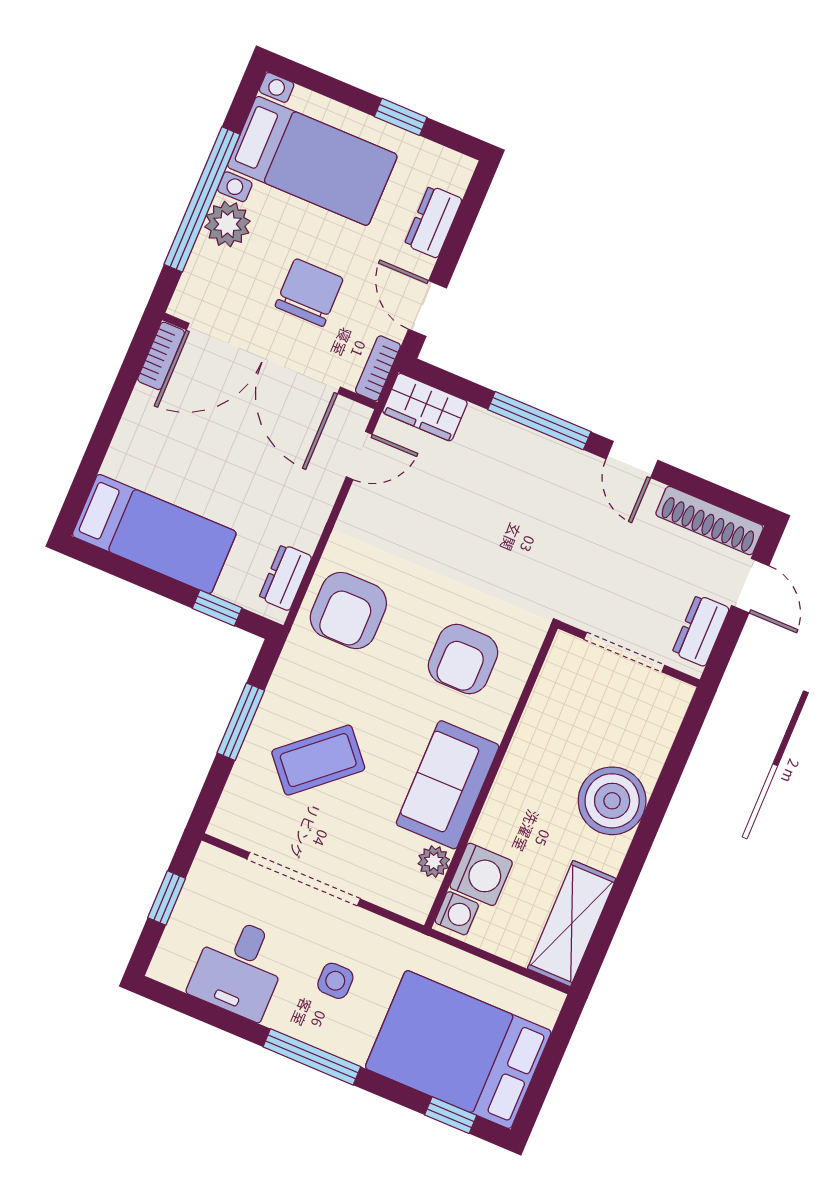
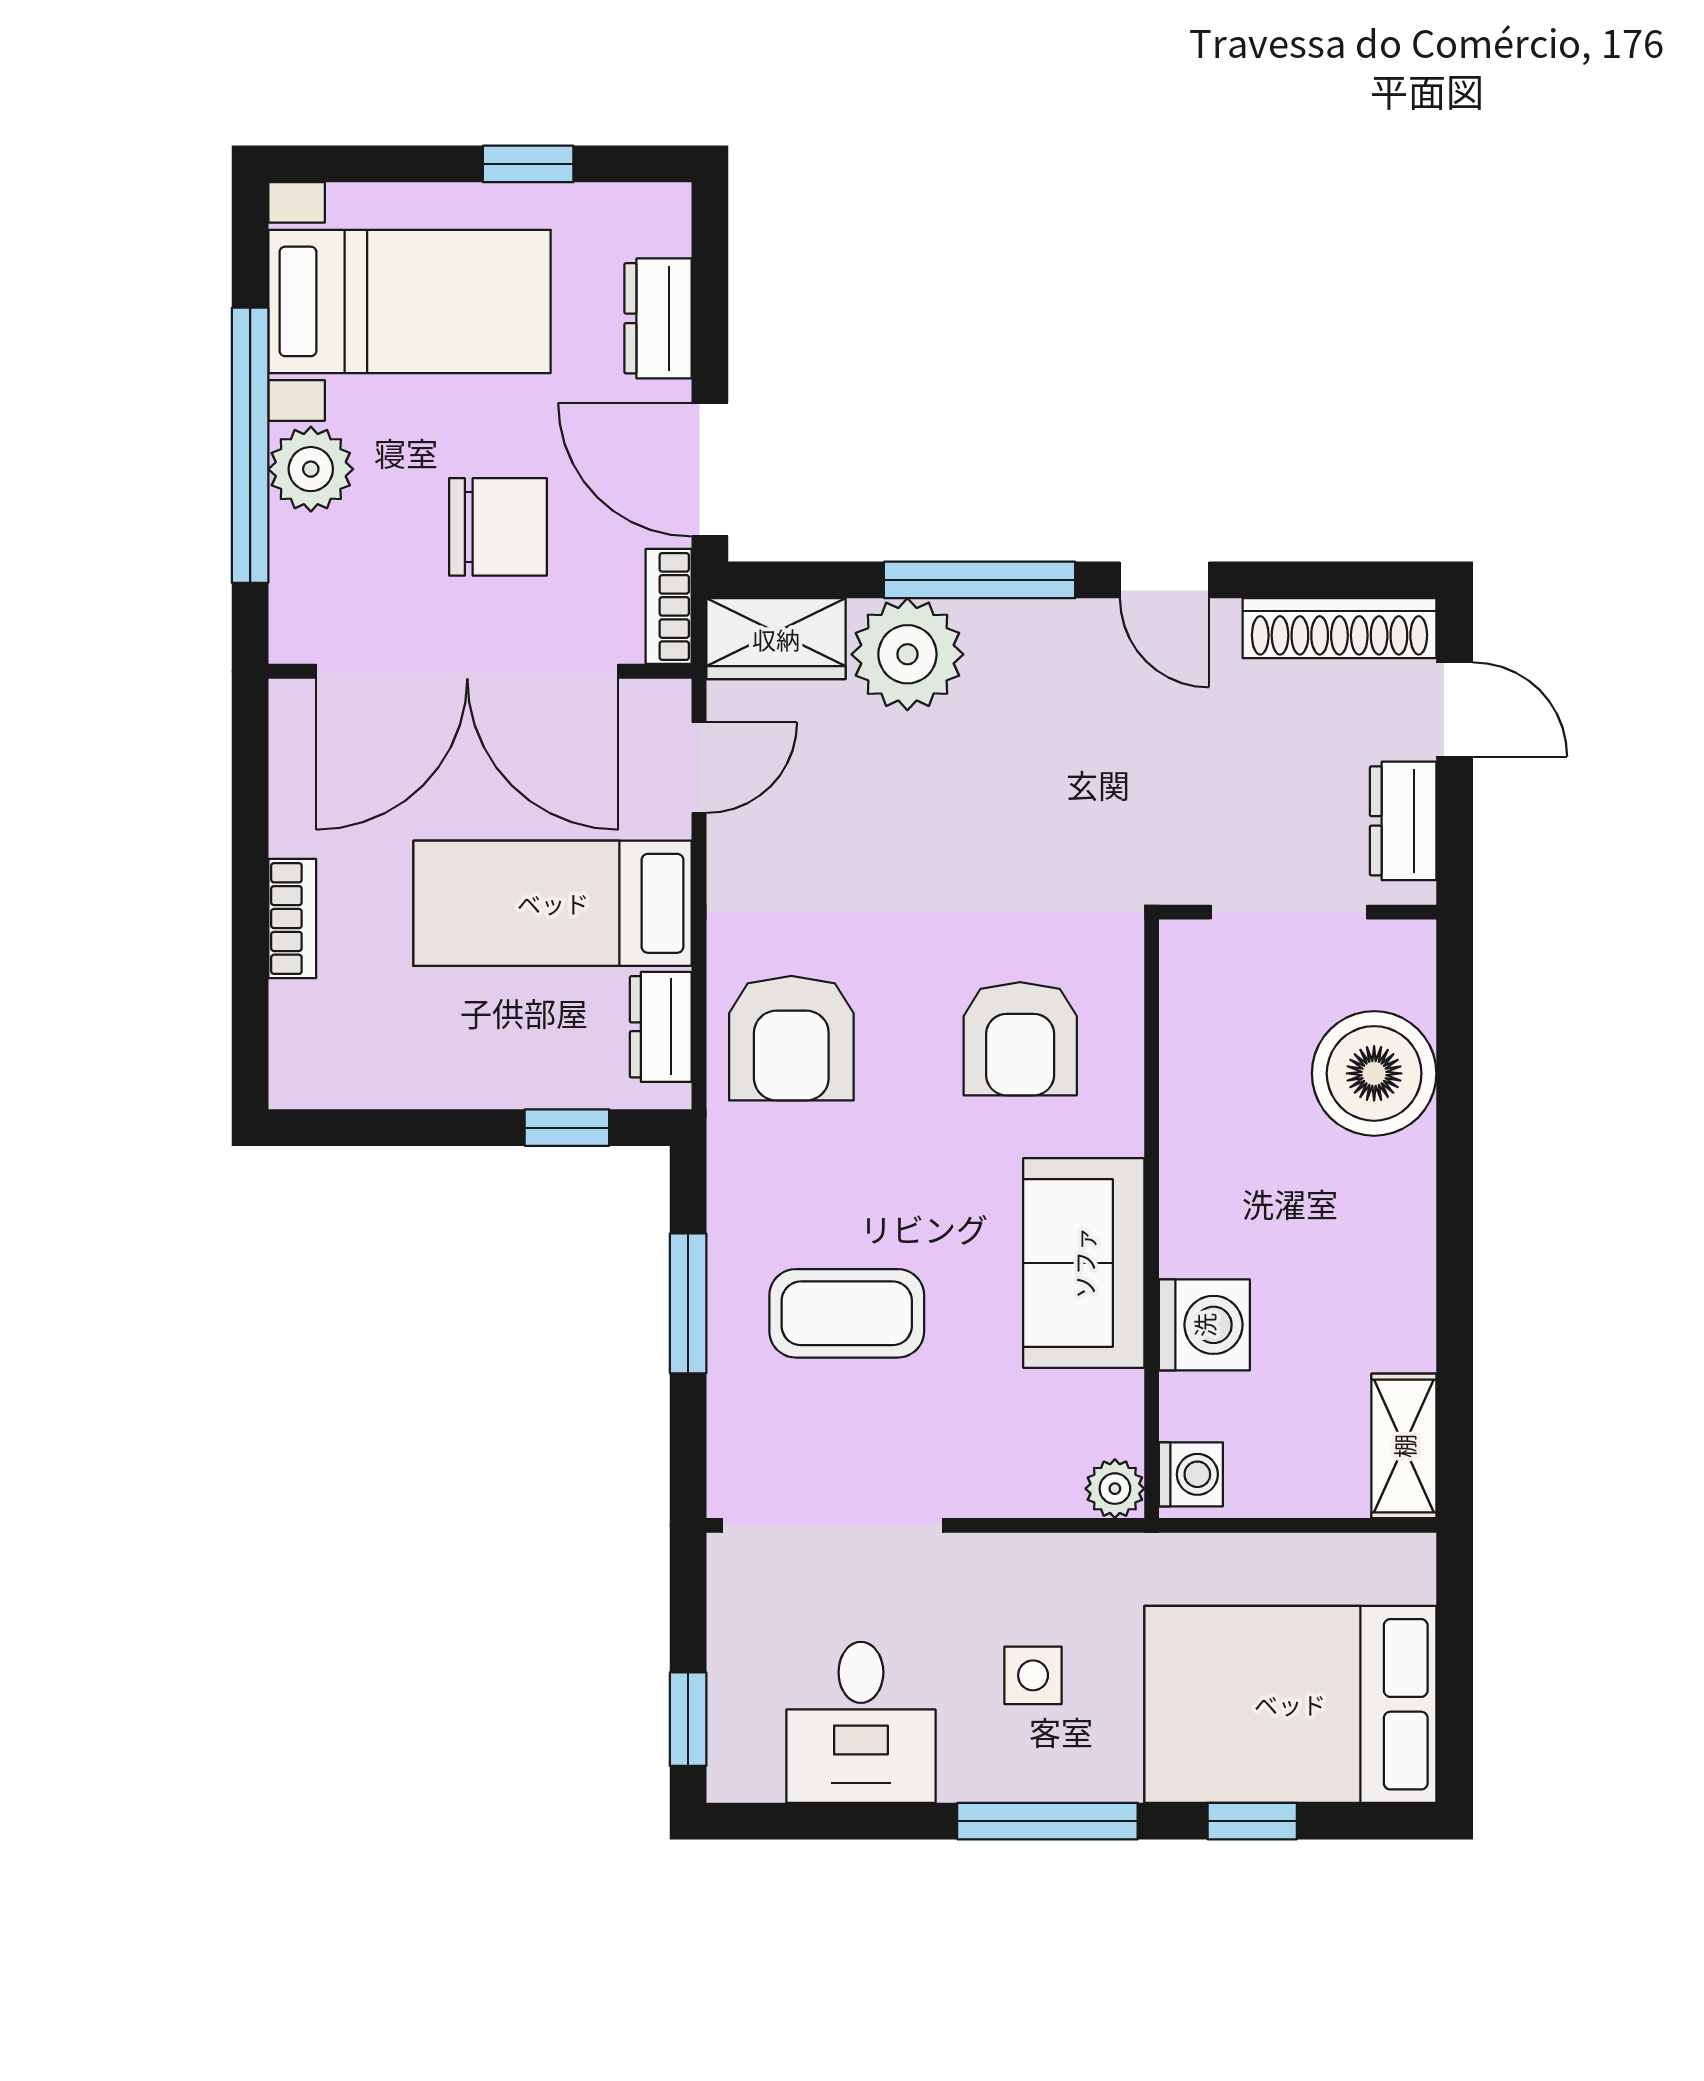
chair: (309, 292) -> (498, 527), turned 90
door: (427, 309) -> (710, 470), width x1.38
bookcase: (161, 356) -> (292, 919), moved
plant: (488, 443) -> (907, 654), added
bed: (154, 534) -> (553, 903), moved, turned 180
coffee table: (318, 760) -> (847, 1313), turned 41
boiler: (612, 801) -> (1374, 1073), moved
plant: (434, 862) -> (1115, 1489), moved
washing machine: (481, 874) -> (1204, 1325), moved
doorway: (304, 879) -> (833, 1525), moved
window: (167, 898) -> (688, 1719), moved
shelving: (572, 924) -> (1404, 1446), width x0.67, depth x0.75
window: (451, 1115) -> (1252, 1821), moved

